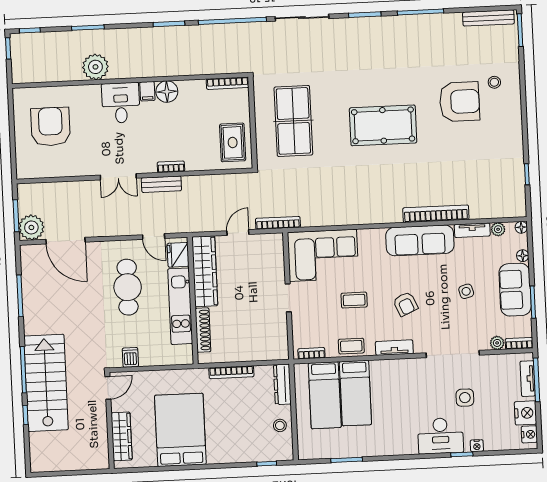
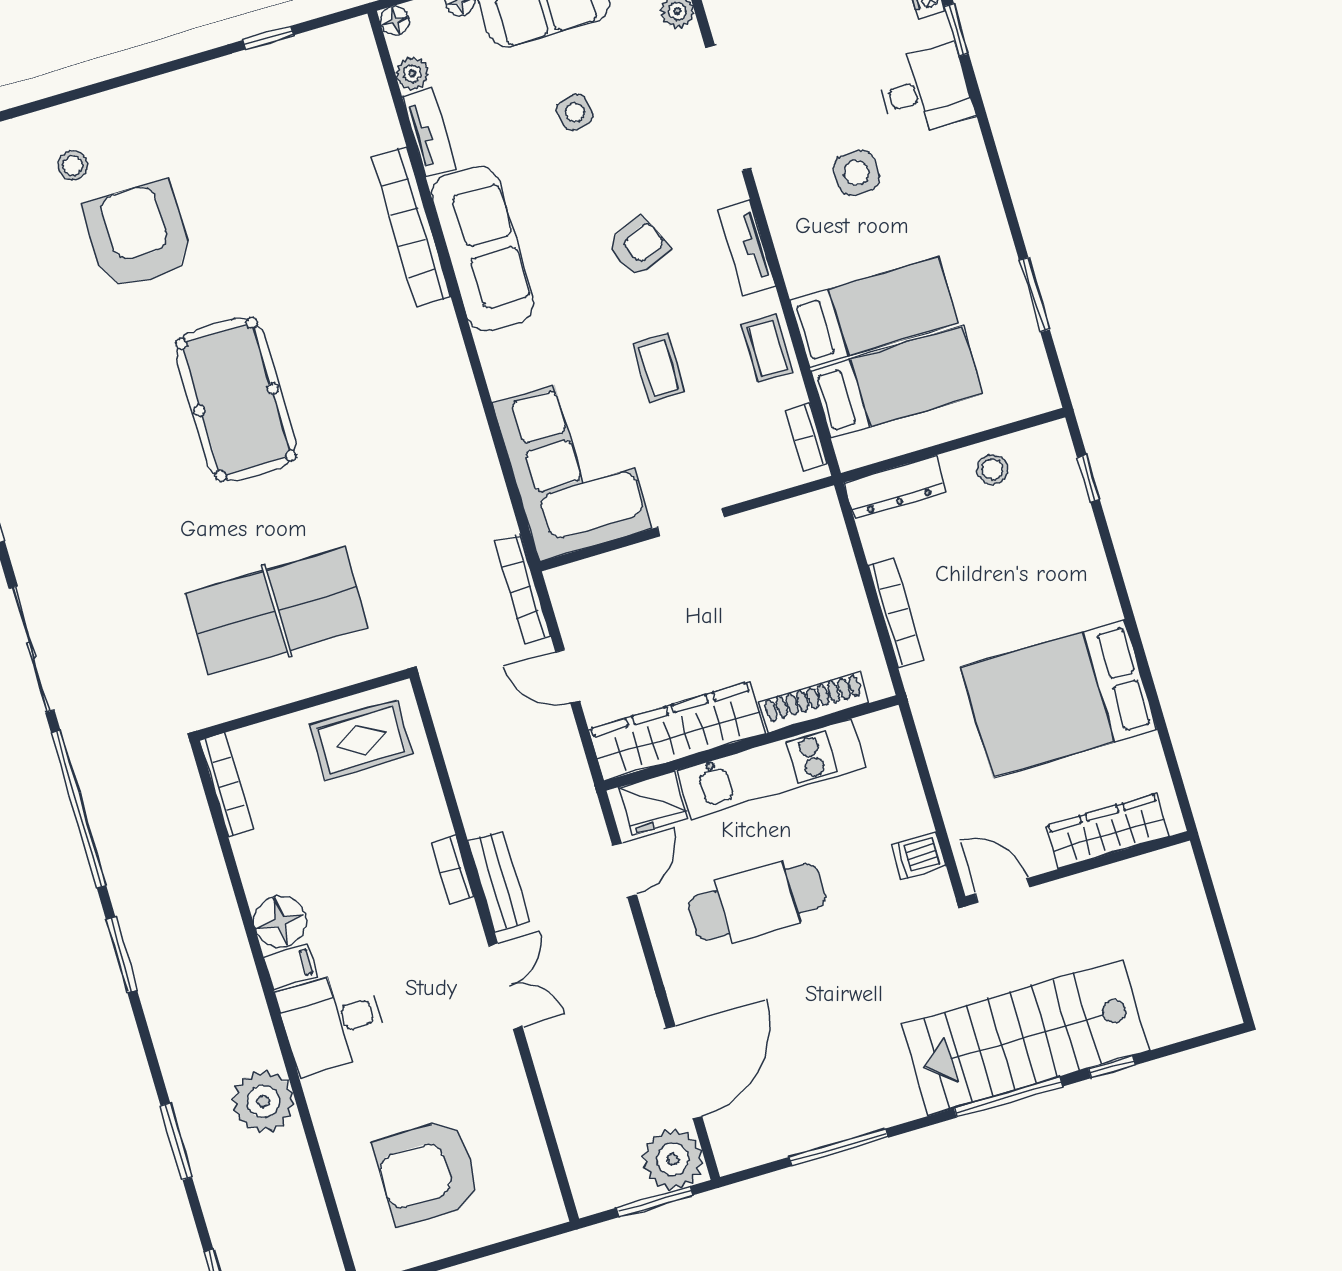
side table: (465, 398) -> (856, 173), moved
desk: (440, 436) -> (925, 90), width x0.73

